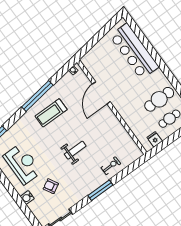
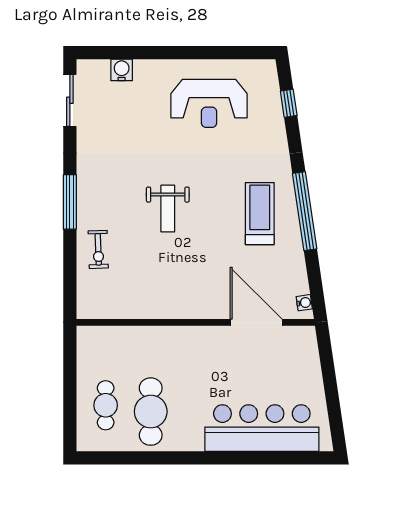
door: (101, 93) -> (256, 322), moved
fridge: (155, 139) -> (89, 355), removed
armchair: (51, 186) -> (137, 124), removed
water cooler: (27, 198) -> (122, 70), moved

